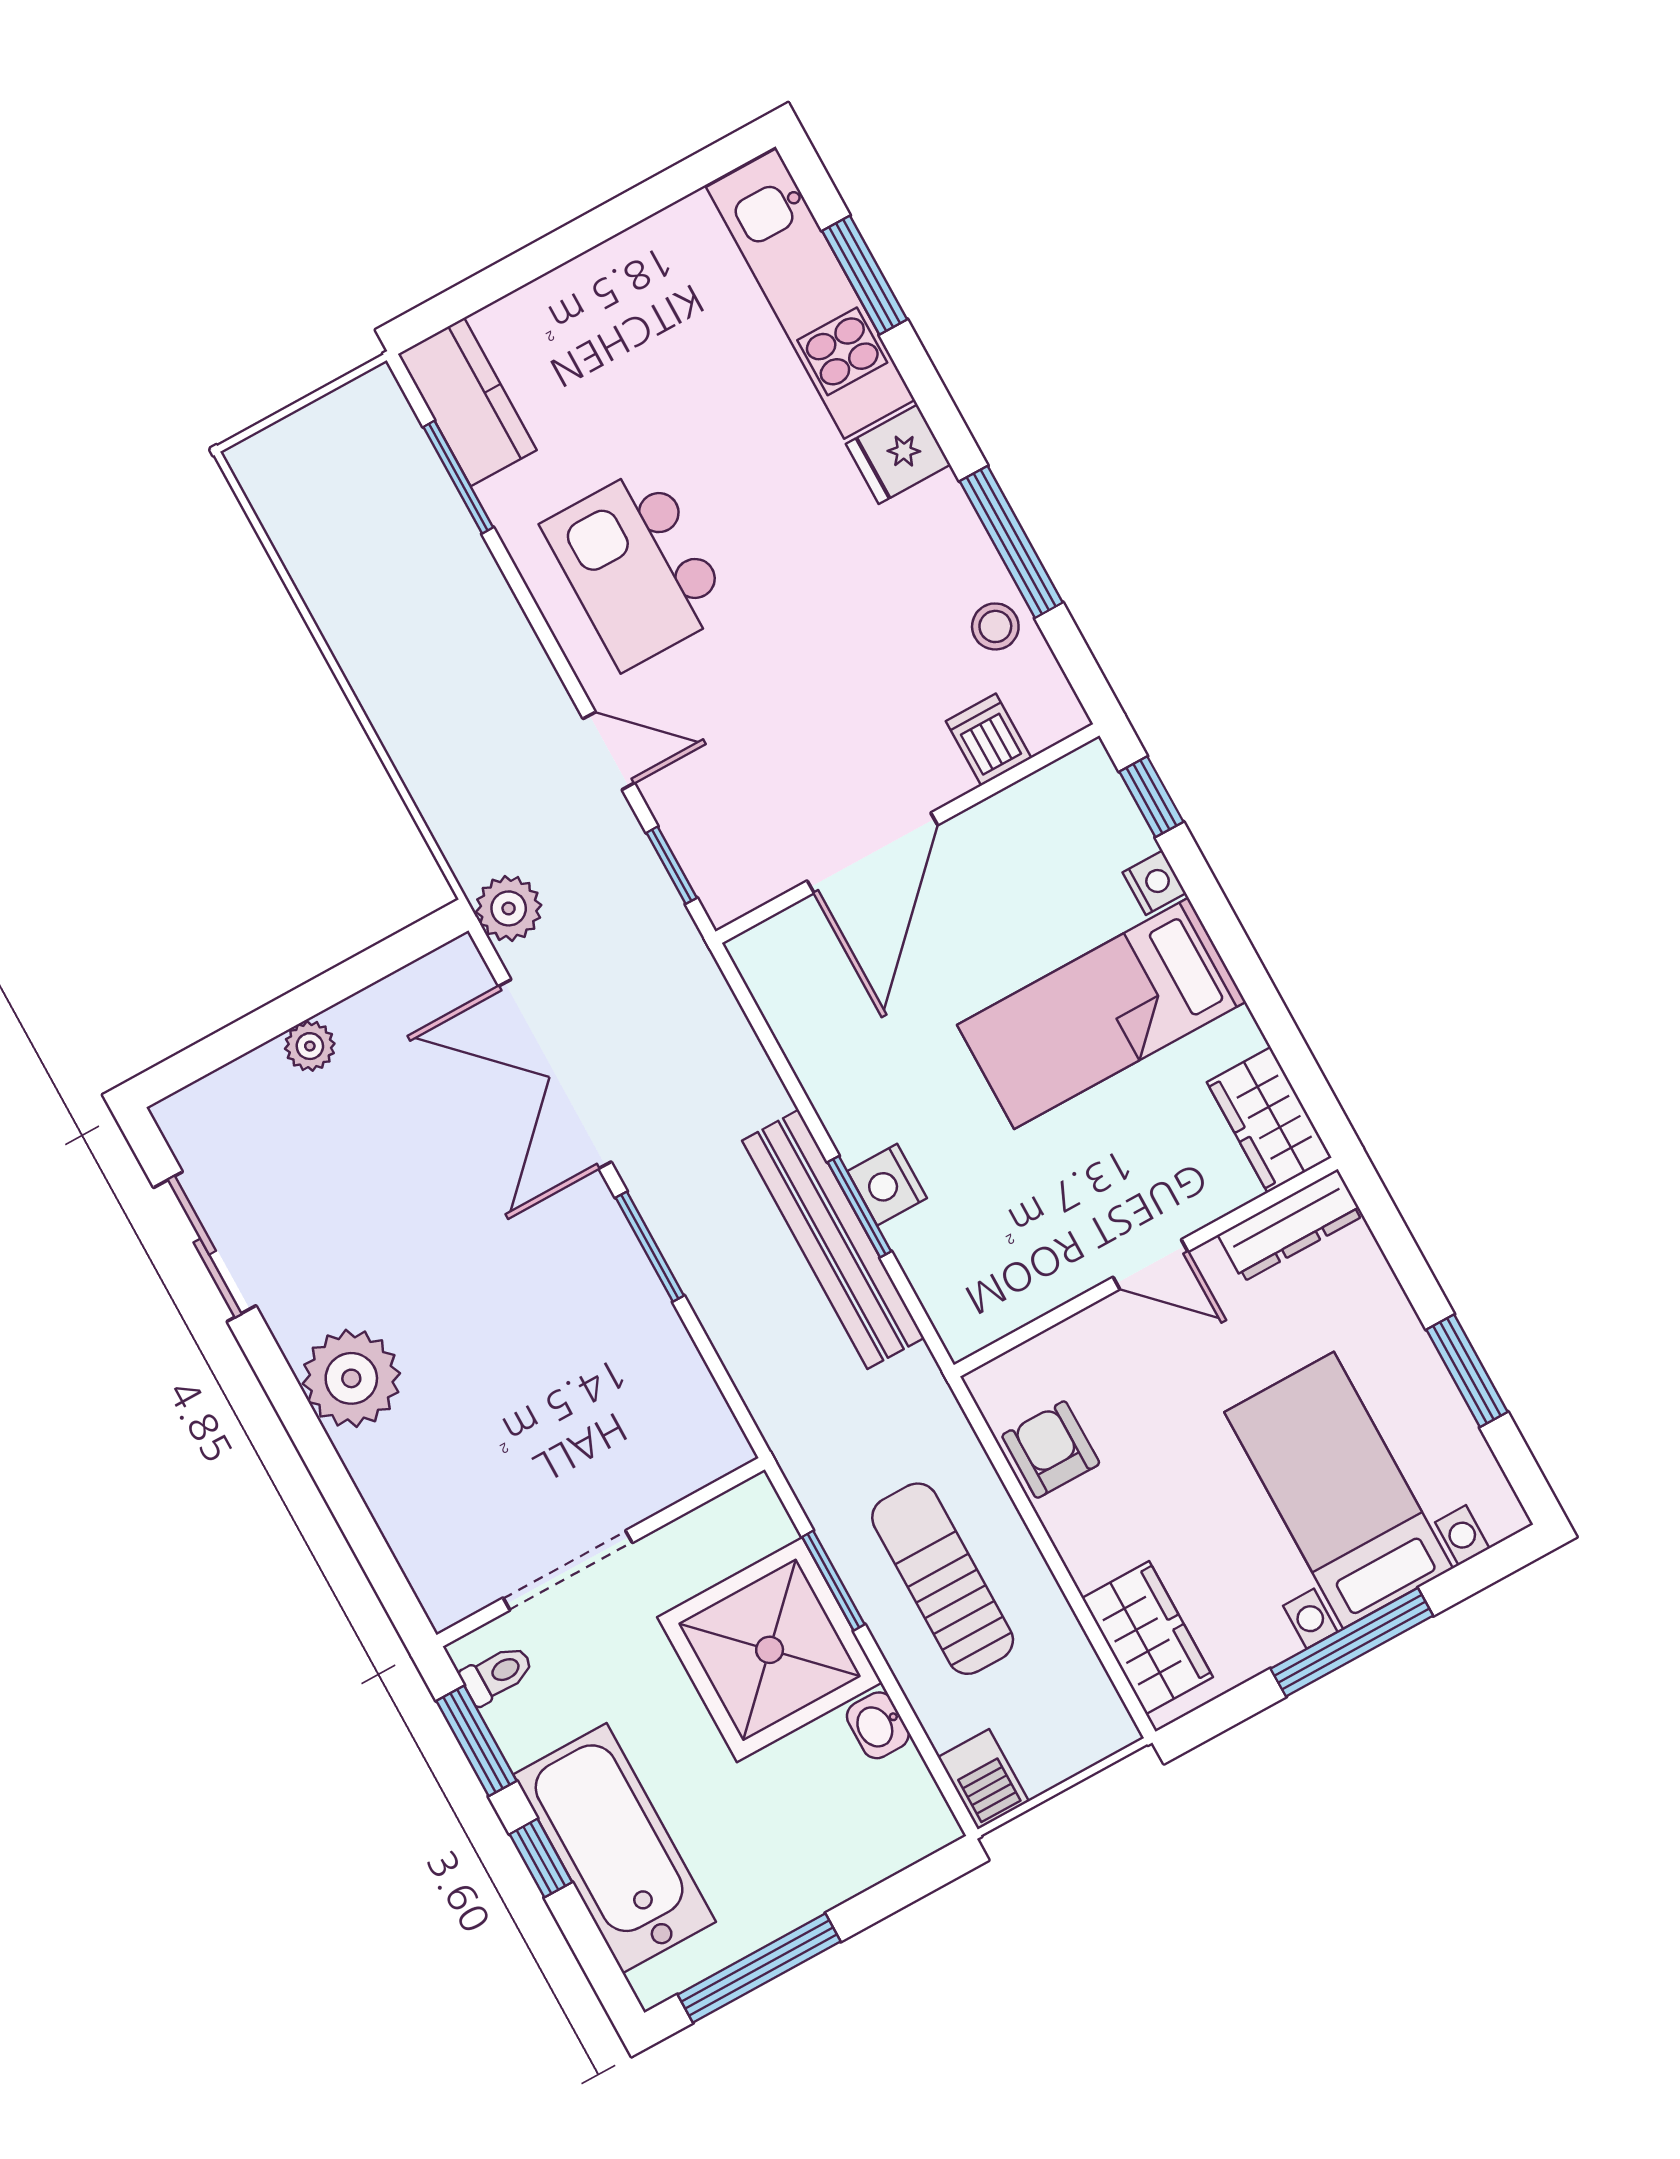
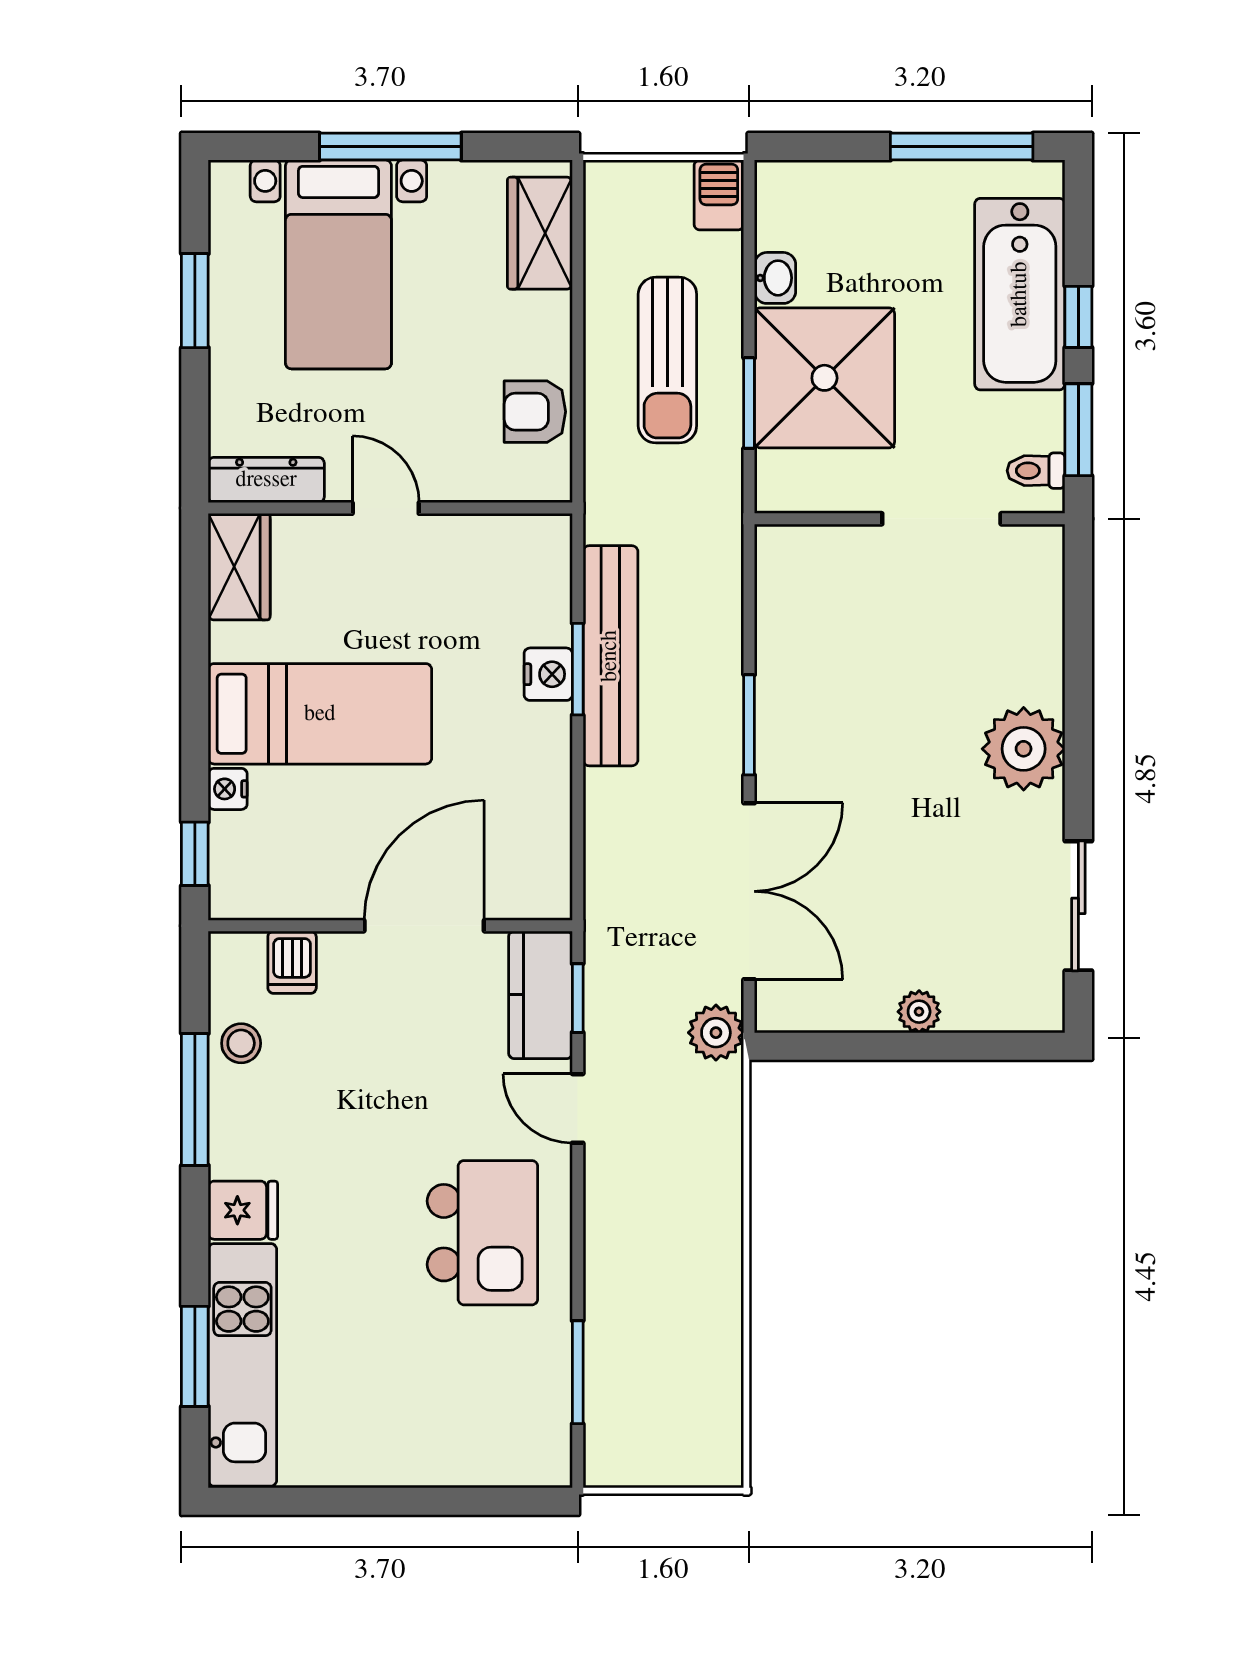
kitchen counter: (467, 402) -> (540, 995), moved
armchair: (1051, 1450) -> (535, 412), turned 90

